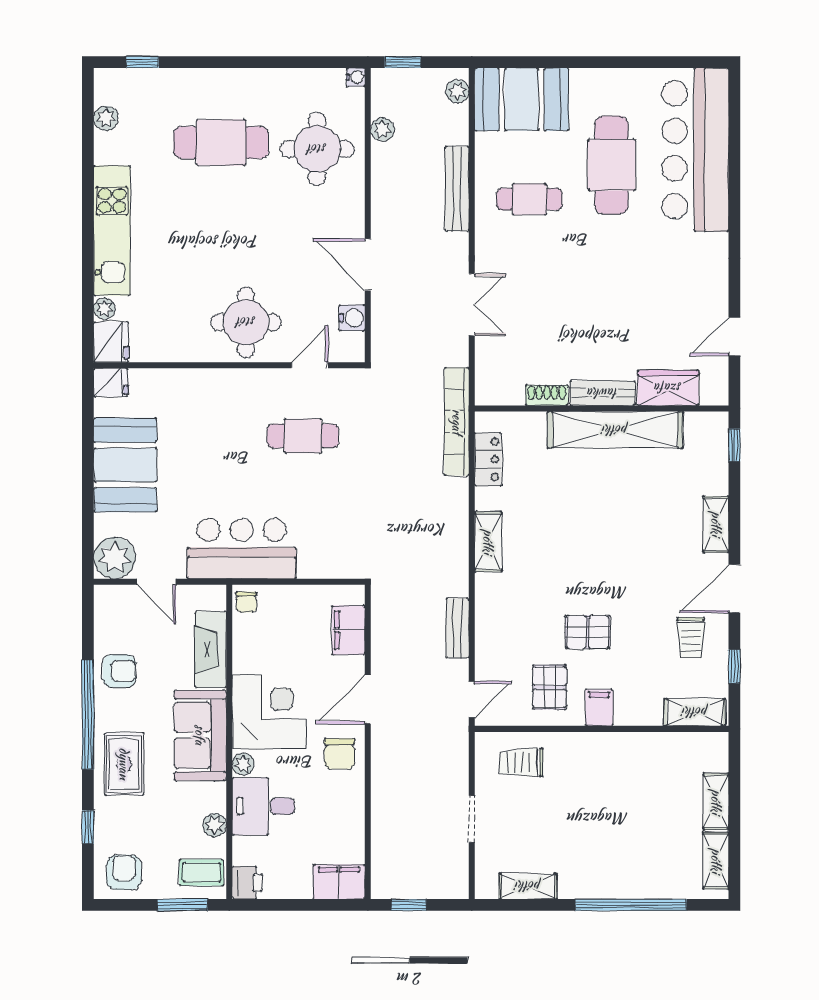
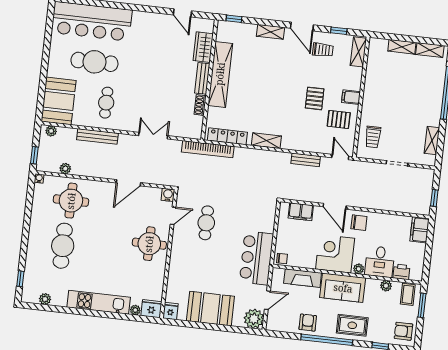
water cooler: (352, 318) -> (168, 195), moved
door: (310, 365) -> (173, 216), swing flipped
locker: (488, 459) -> (227, 136), width x1.53
printer: (247, 883) -> (401, 272), moved

